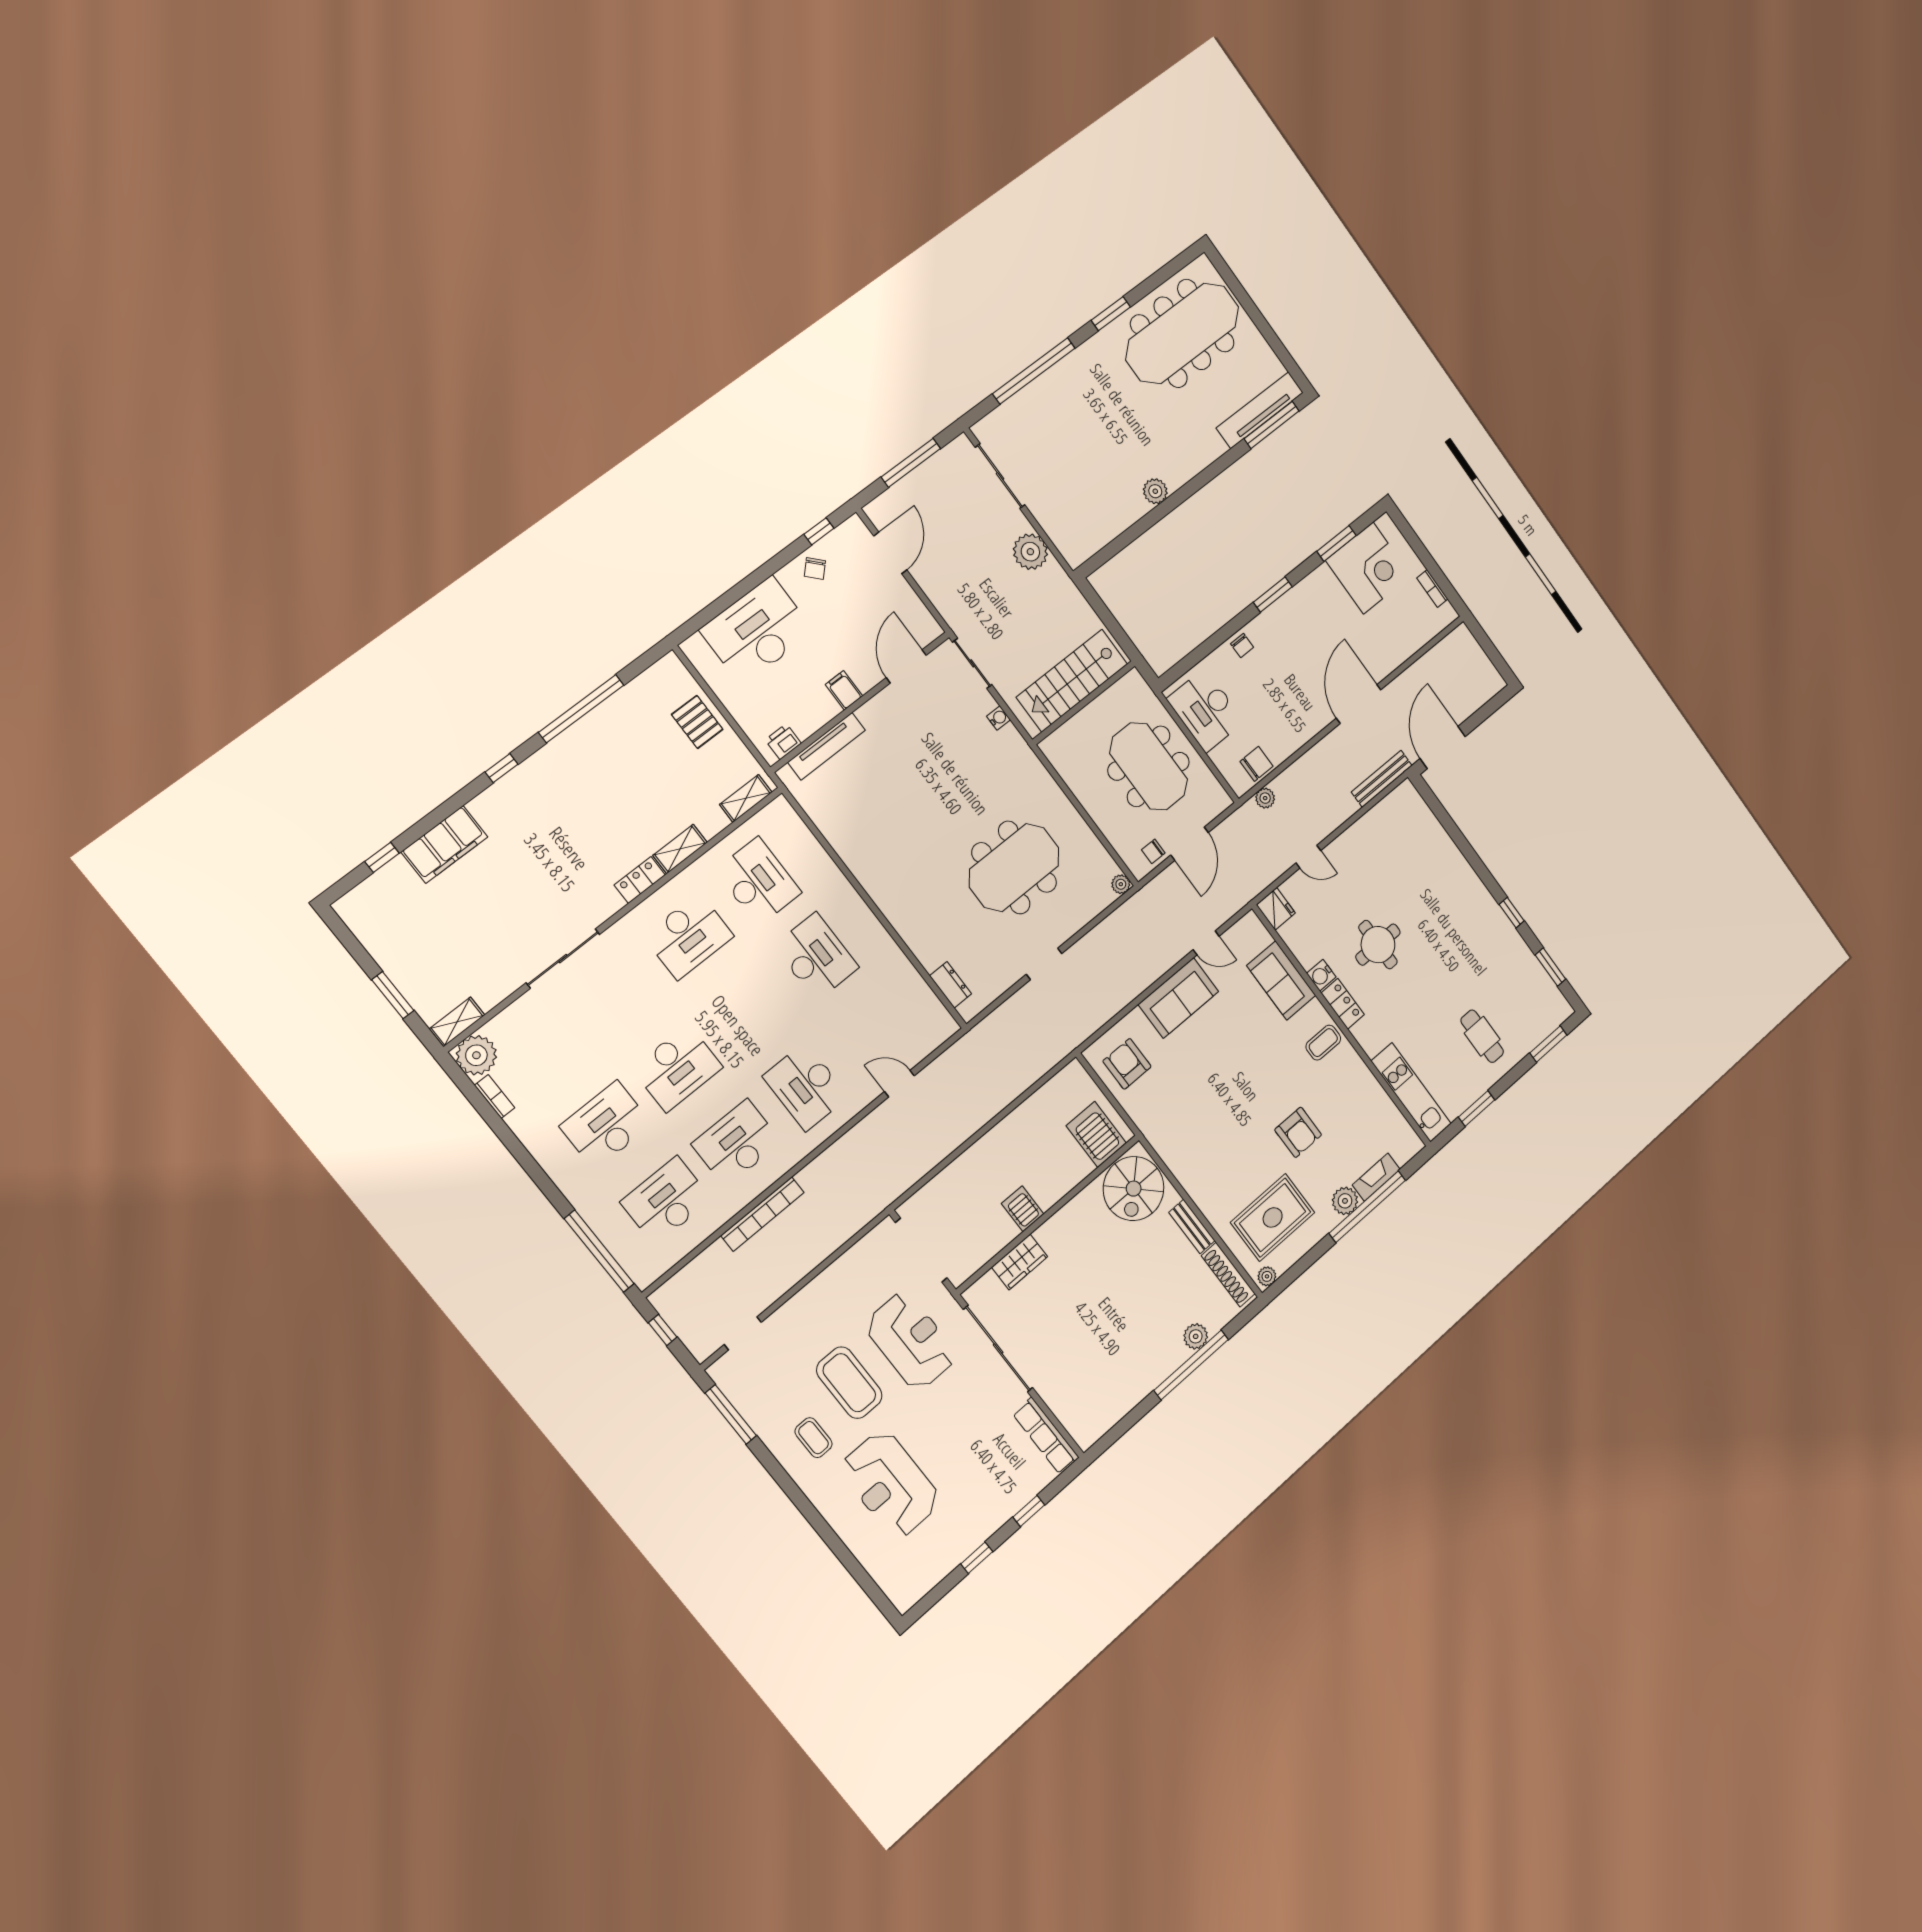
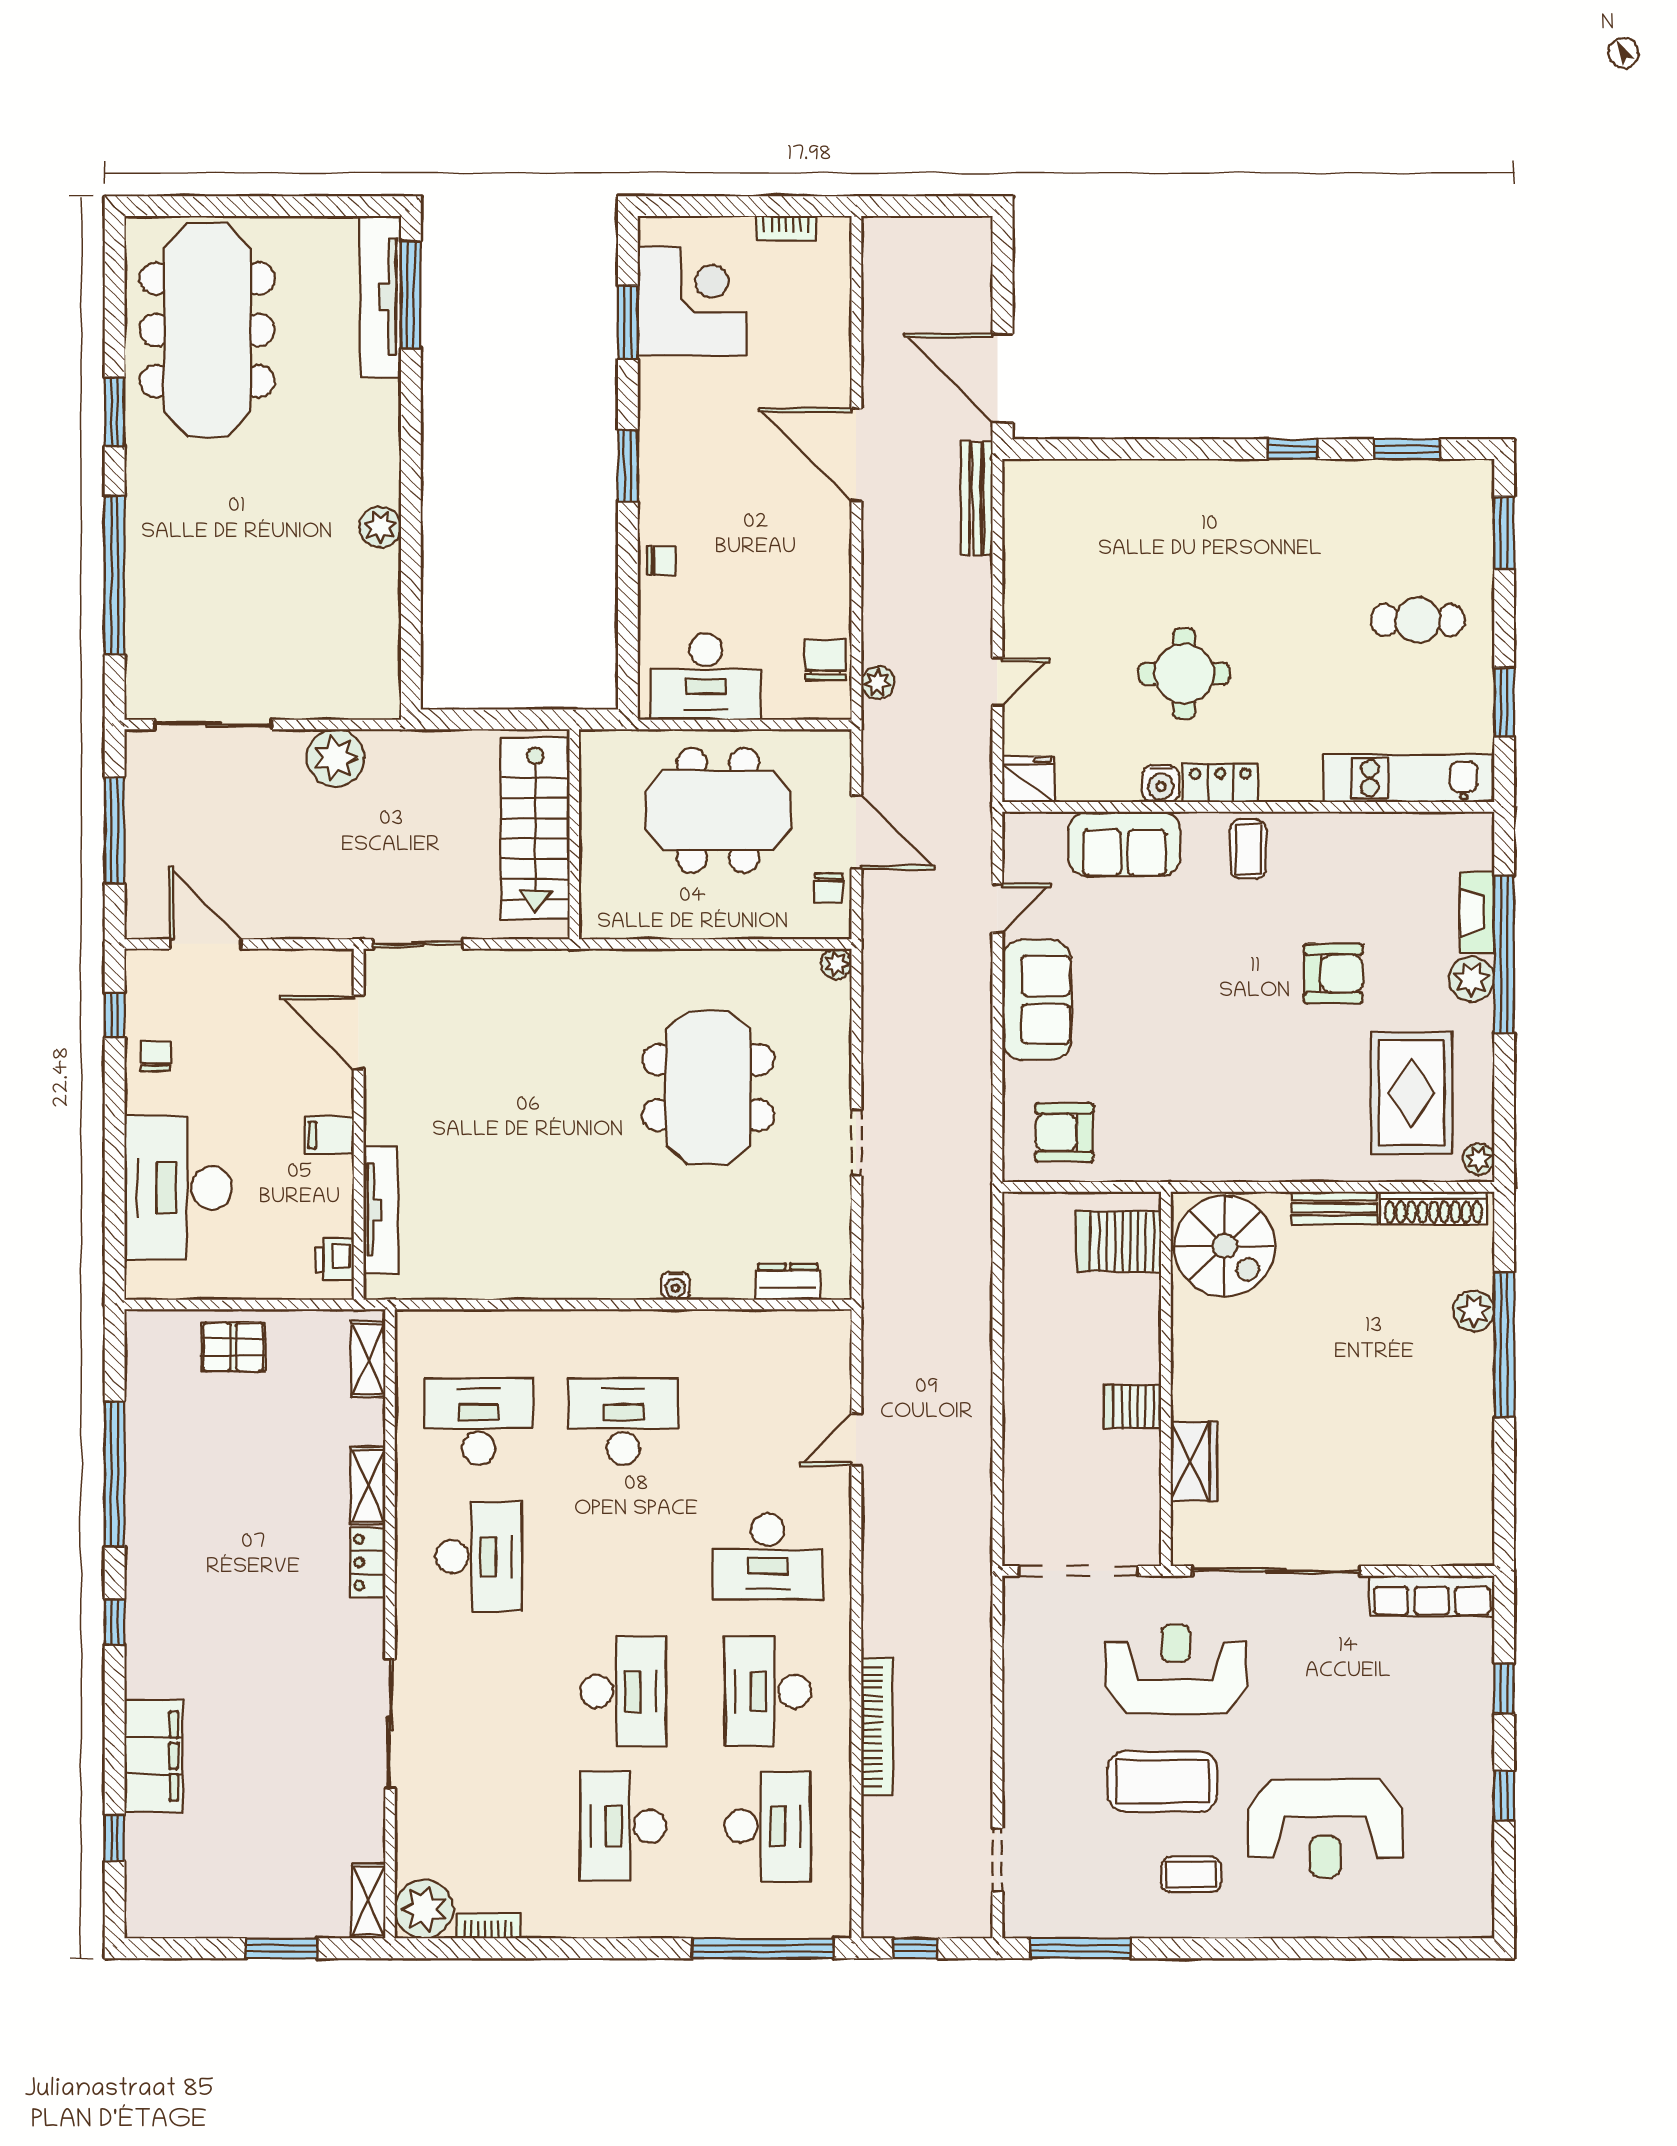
chair: (815, 569) -> (156, 1056), turned -135
water cooler: (999, 718) -> (675, 1286), moved, turned 180
desk: (666, 1201) -> (768, 1826), turned 180

